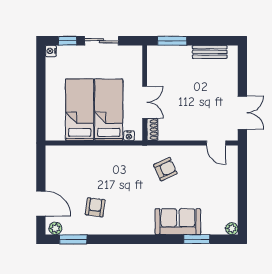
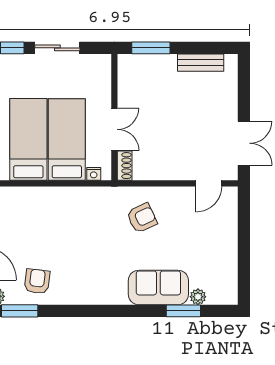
door: (216, 143) -> (209, 183), hinge flipped
armchair: (95, 207) -> (37, 281), moved
plant: (232, 229) -> (198, 297), moved

